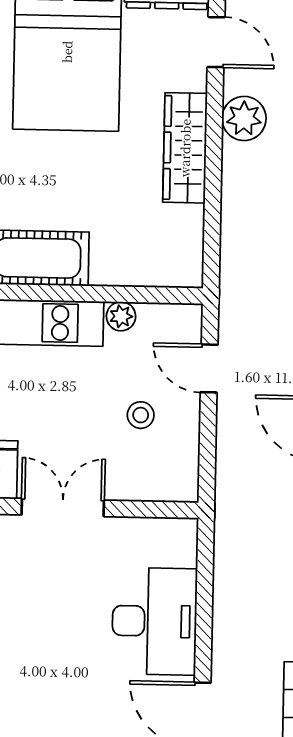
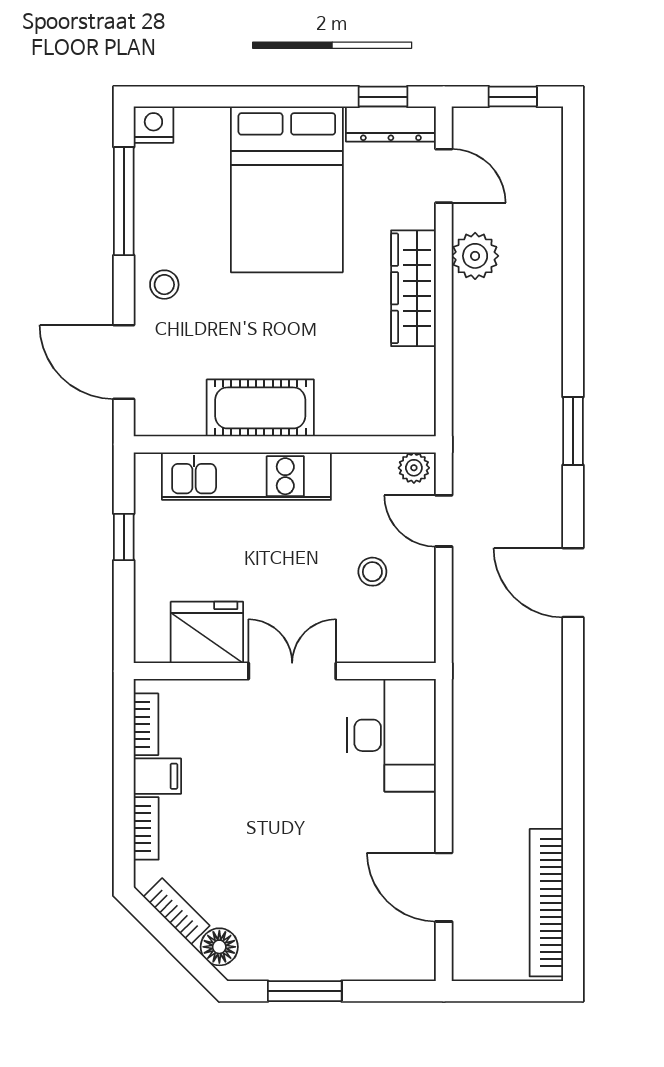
plant: (121, 316) -> (414, 468), moved
desk: (154, 621) -> (392, 735), moved

